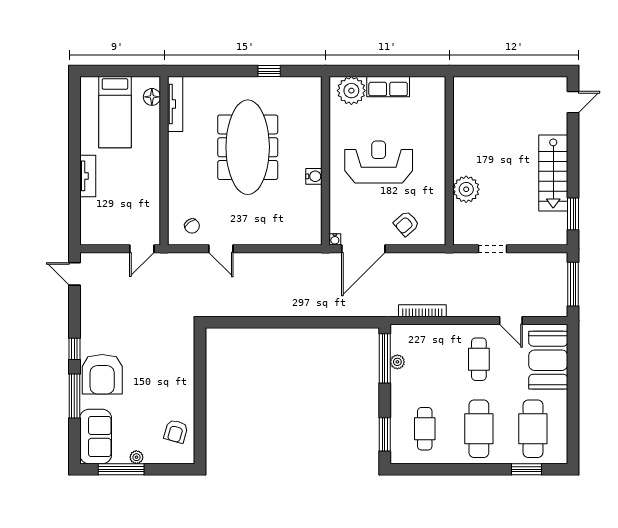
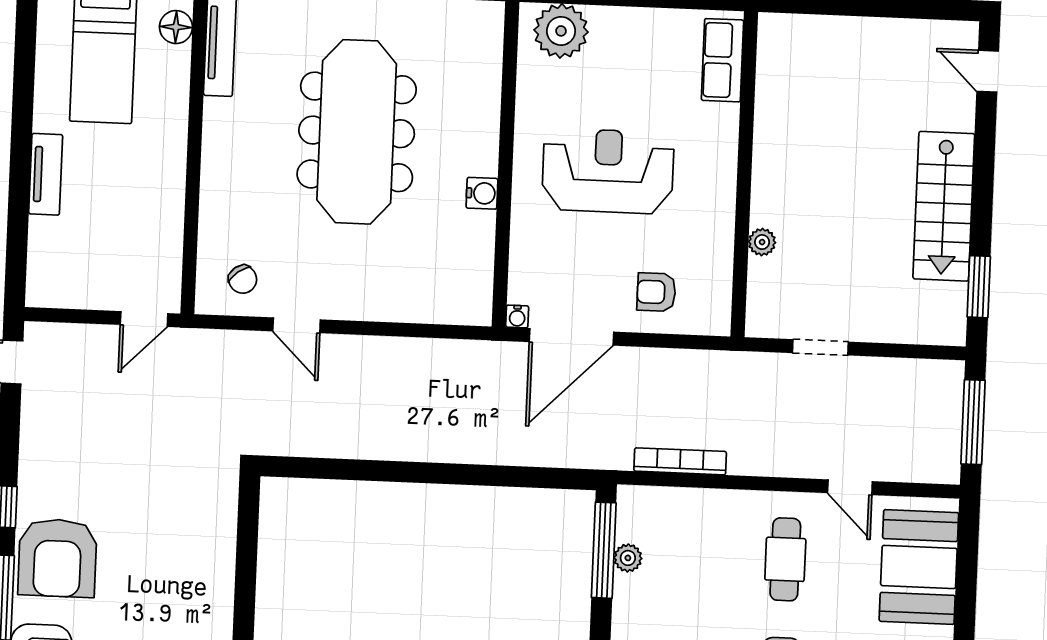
row of seats: (388, 87) -> (722, 60), moved, turned 90
door: (573, 102) -> (988, 71), swing flipped
plant: (466, 189) -> (762, 242), width x0.53, depth x0.53
armchair: (406, 224) -> (656, 292), turned 41

